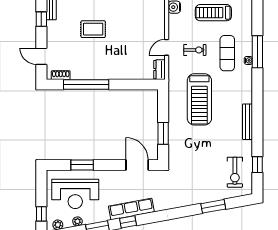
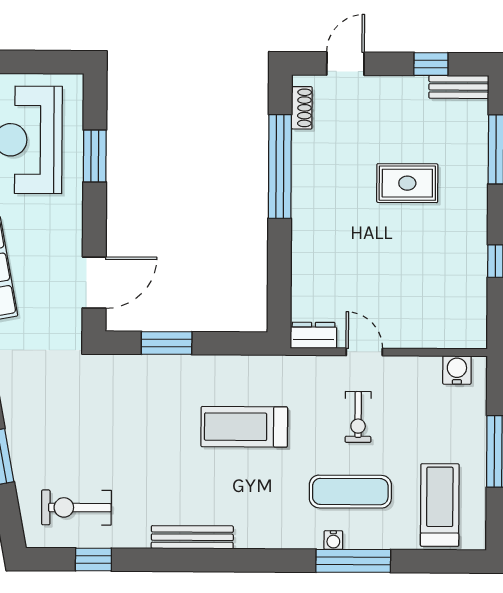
treadmill: (213, 13) -> (440, 505), moved
rug: (93, 29) -> (407, 183), turned 90
treadmill: (199, 99) -> (244, 427), width x0.73, depth x0.73

